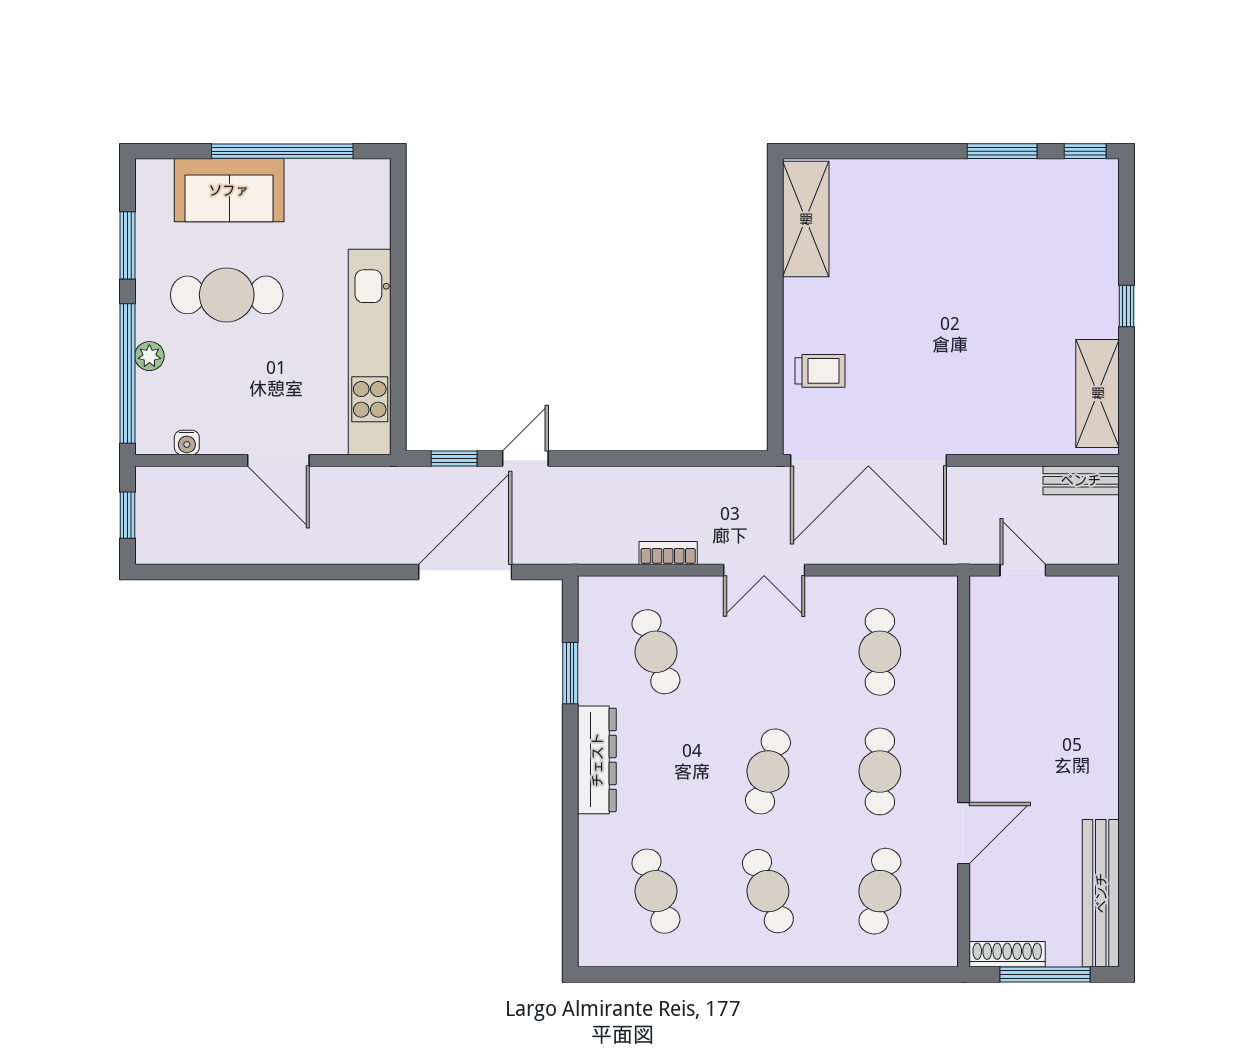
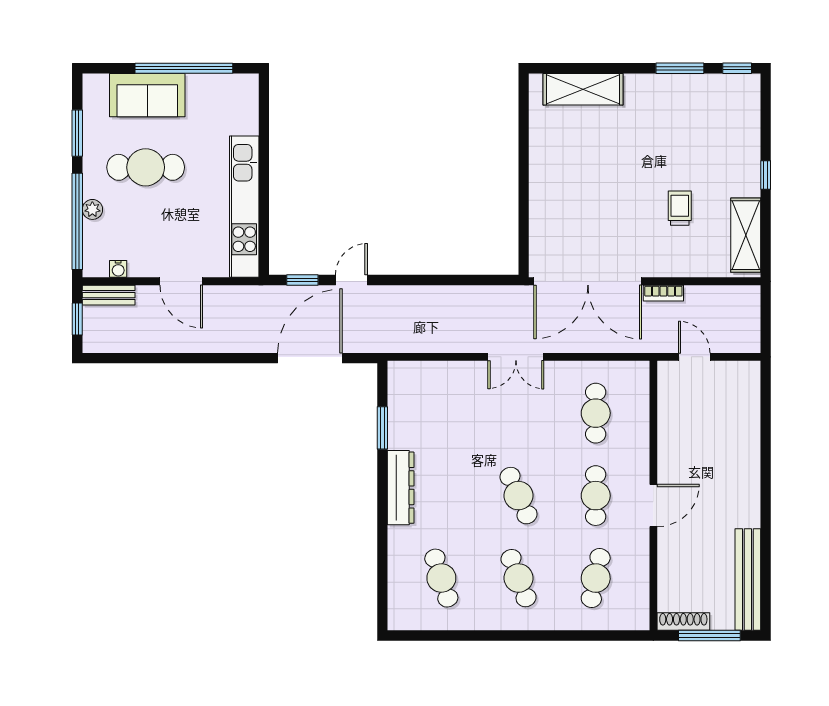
shelving: (806, 219) -> (583, 89), moved, turned 90
trolley: (820, 371) -> (680, 208), moved, turned -90
bench: (1081, 480) -> (109, 295), moved
bookcase: (668, 553) -> (663, 293), moved, turned 180
cafe table: (656, 652) -> (441, 413), removed
cafe table: (768, 771) -> (519, 496), turned -39
door: (964, 833) -> (653, 505), moved

